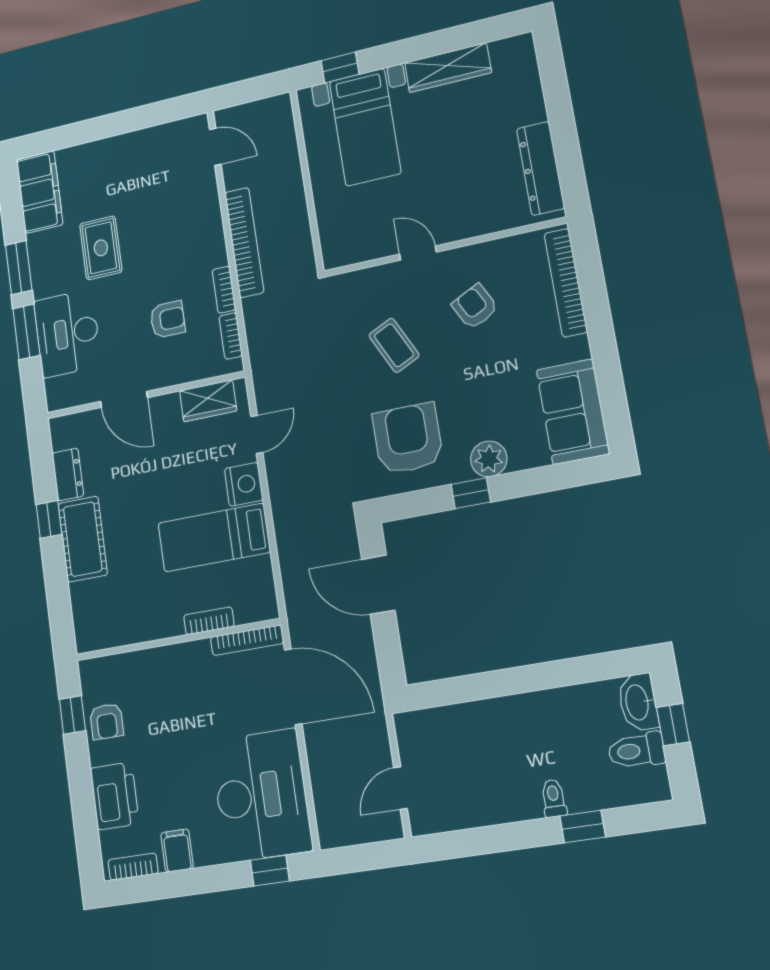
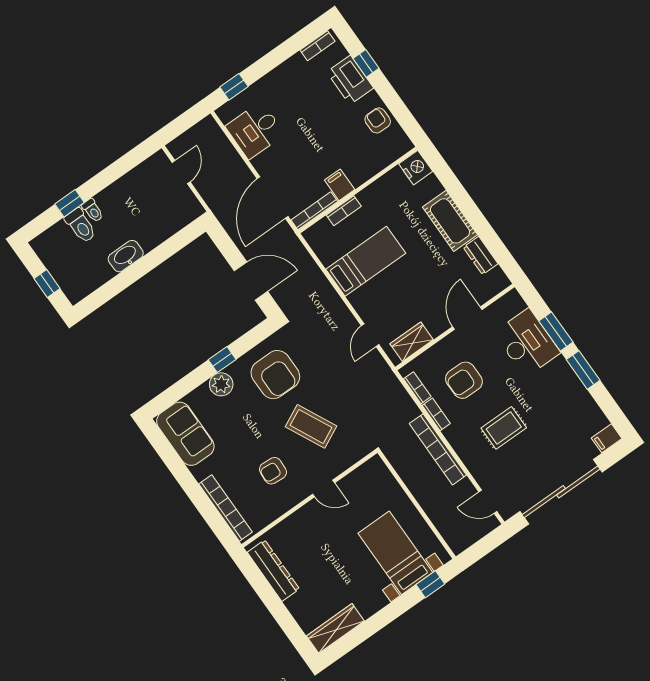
wardrobe: (448, 68) -> (335, 628), moved
sliding door: (121, 123) -> (561, 492), added
filing cabinet: (40, 192) -> (607, 438), width x0.33, depth x0.86
rug: (101, 248) -> (504, 428), moved, turned 90
armchair: (475, 307) -> (273, 471), turned 121
armchair: (168, 319) -> (464, 380), width x1.38, depth x1.38
coffee table: (394, 345) -> (311, 426), width x1.36, depth x1.30
door: (124, 400) -> (467, 318), hinge flipped
nightstand: (244, 484) -> (416, 168), moved, turned 180
window: (49, 519) -> (479, 222), removed
door: (293, 687) -> (273, 198), hinge flipped
washbasin: (638, 702) -> (126, 256), moved, turned -90
window: (72, 715) -> (366, 63), moved
toilet: (636, 751) -> (81, 226), moved, turned 90
desk: (261, 795) -> (255, 130), width x0.53, depth x0.77
filing cabinet: (177, 851) -> (340, 185), moved, turned 180

